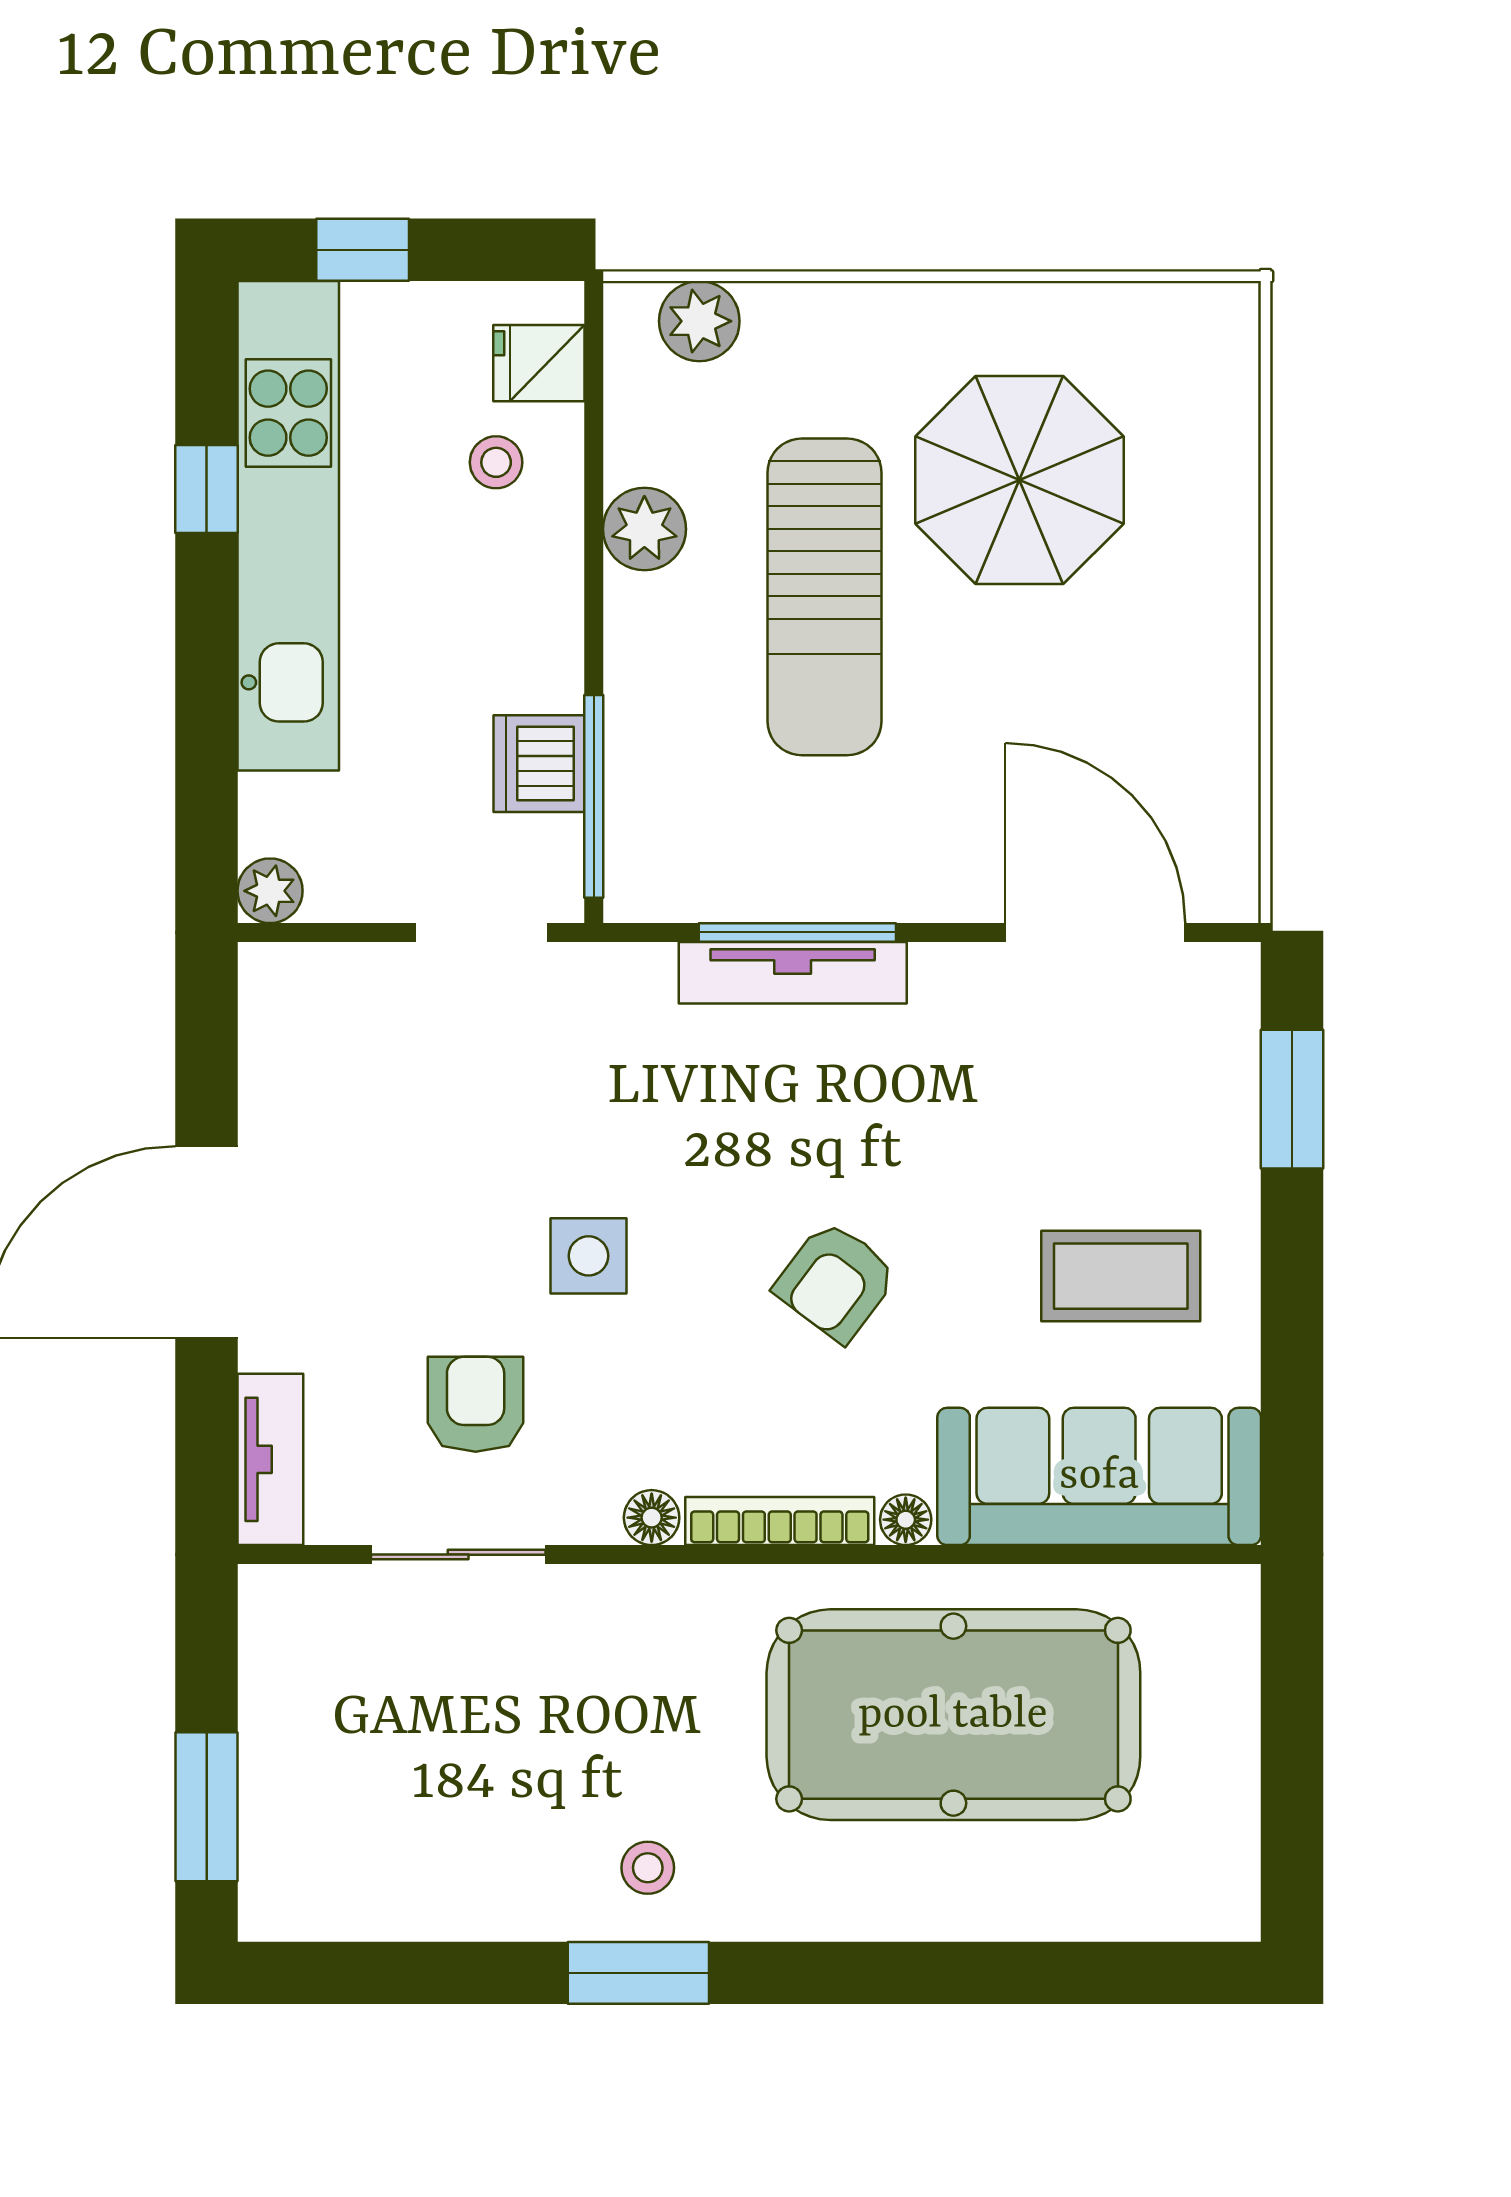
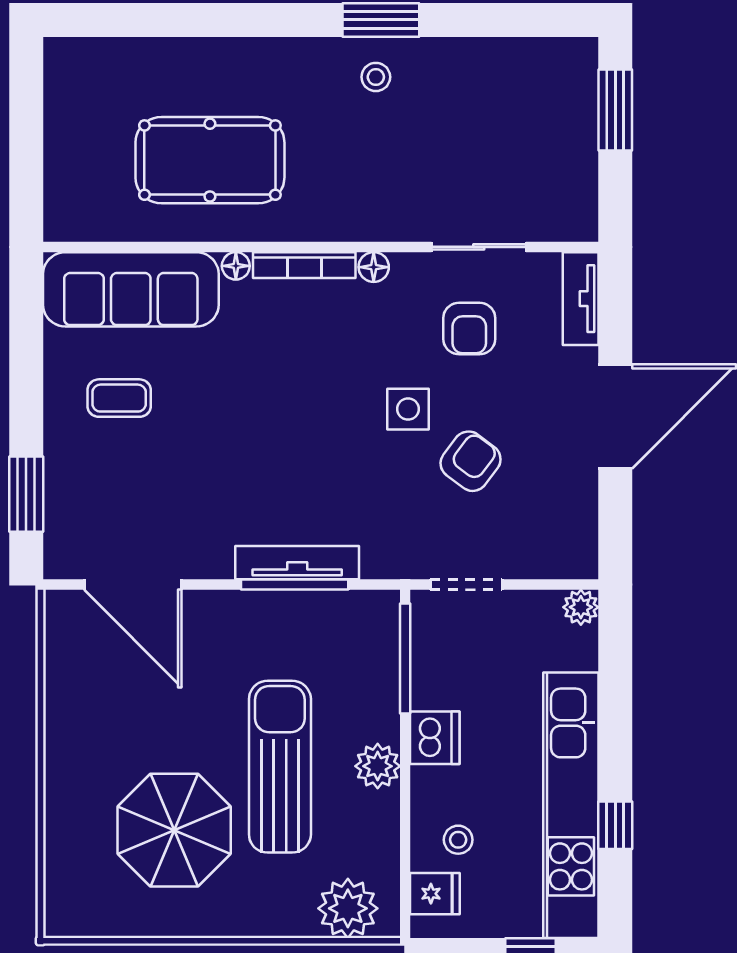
plant: (699, 321) -> (348, 908), width x1.36, depth x1.36
plant: (644, 529) -> (378, 766), moved
dishwasher: (539, 764) -> (435, 738), moved
coffee table: (1121, 1276) -> (119, 398), width x0.73, depth x0.77
armchair: (836, 1281) -> (471, 461), moved
pool table: (953, 1715) -> (210, 160), width x0.73, depth x0.76

